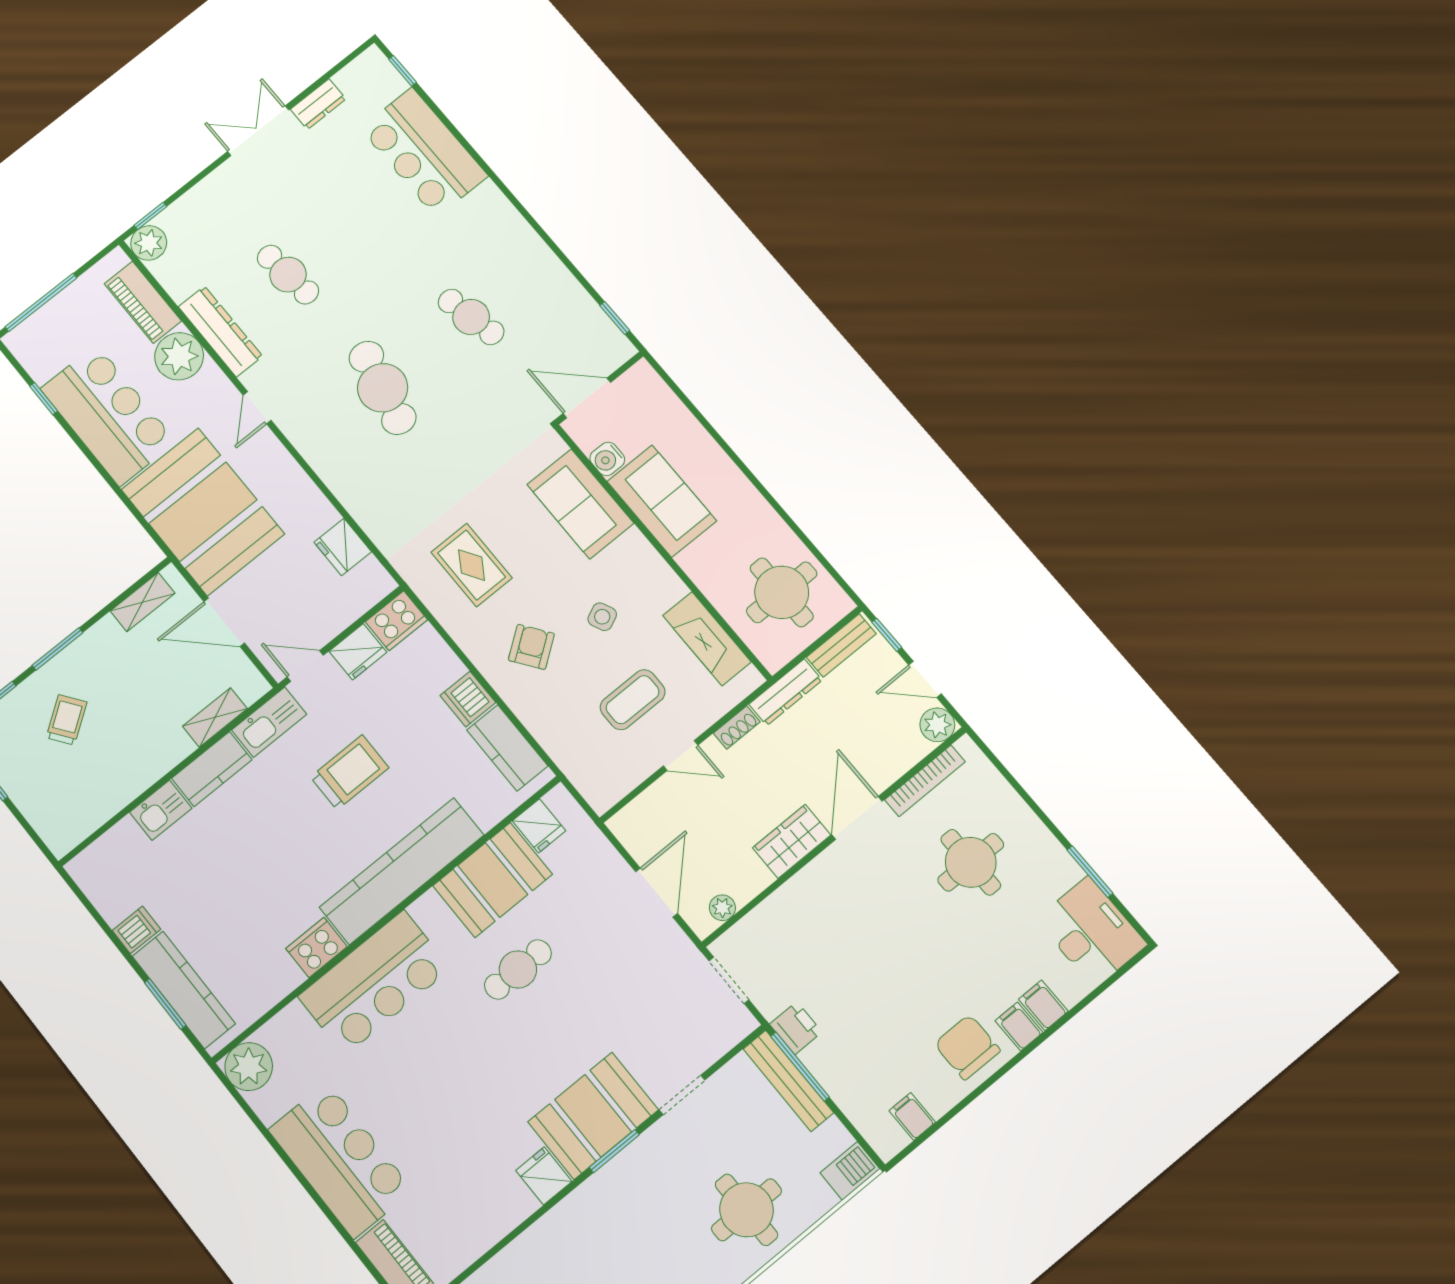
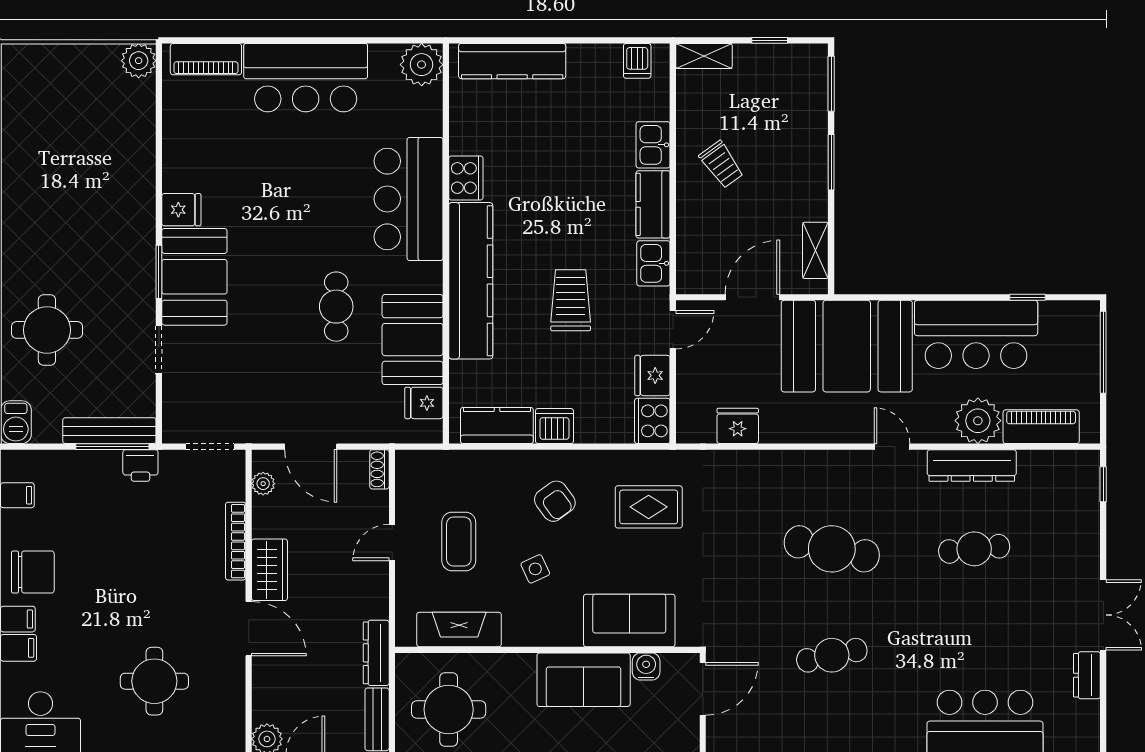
plant: (149, 243) -> (1083, 467), removed
shelving: (215, 717) -> (704, 56), moved, turned 90
trolley: (66, 720) -> (721, 164), moved
kitchen sink: (269, 722) -> (653, 263), width x0.73
shoe rack: (737, 728) -> (379, 469), moved
trolley: (350, 772) -> (571, 300), turned 180
bookcase: (925, 781) -> (236, 541), moved
dishwasher: (136, 930) -> (637, 61), moved
window: (165, 1004) -> (513, 40), removed

